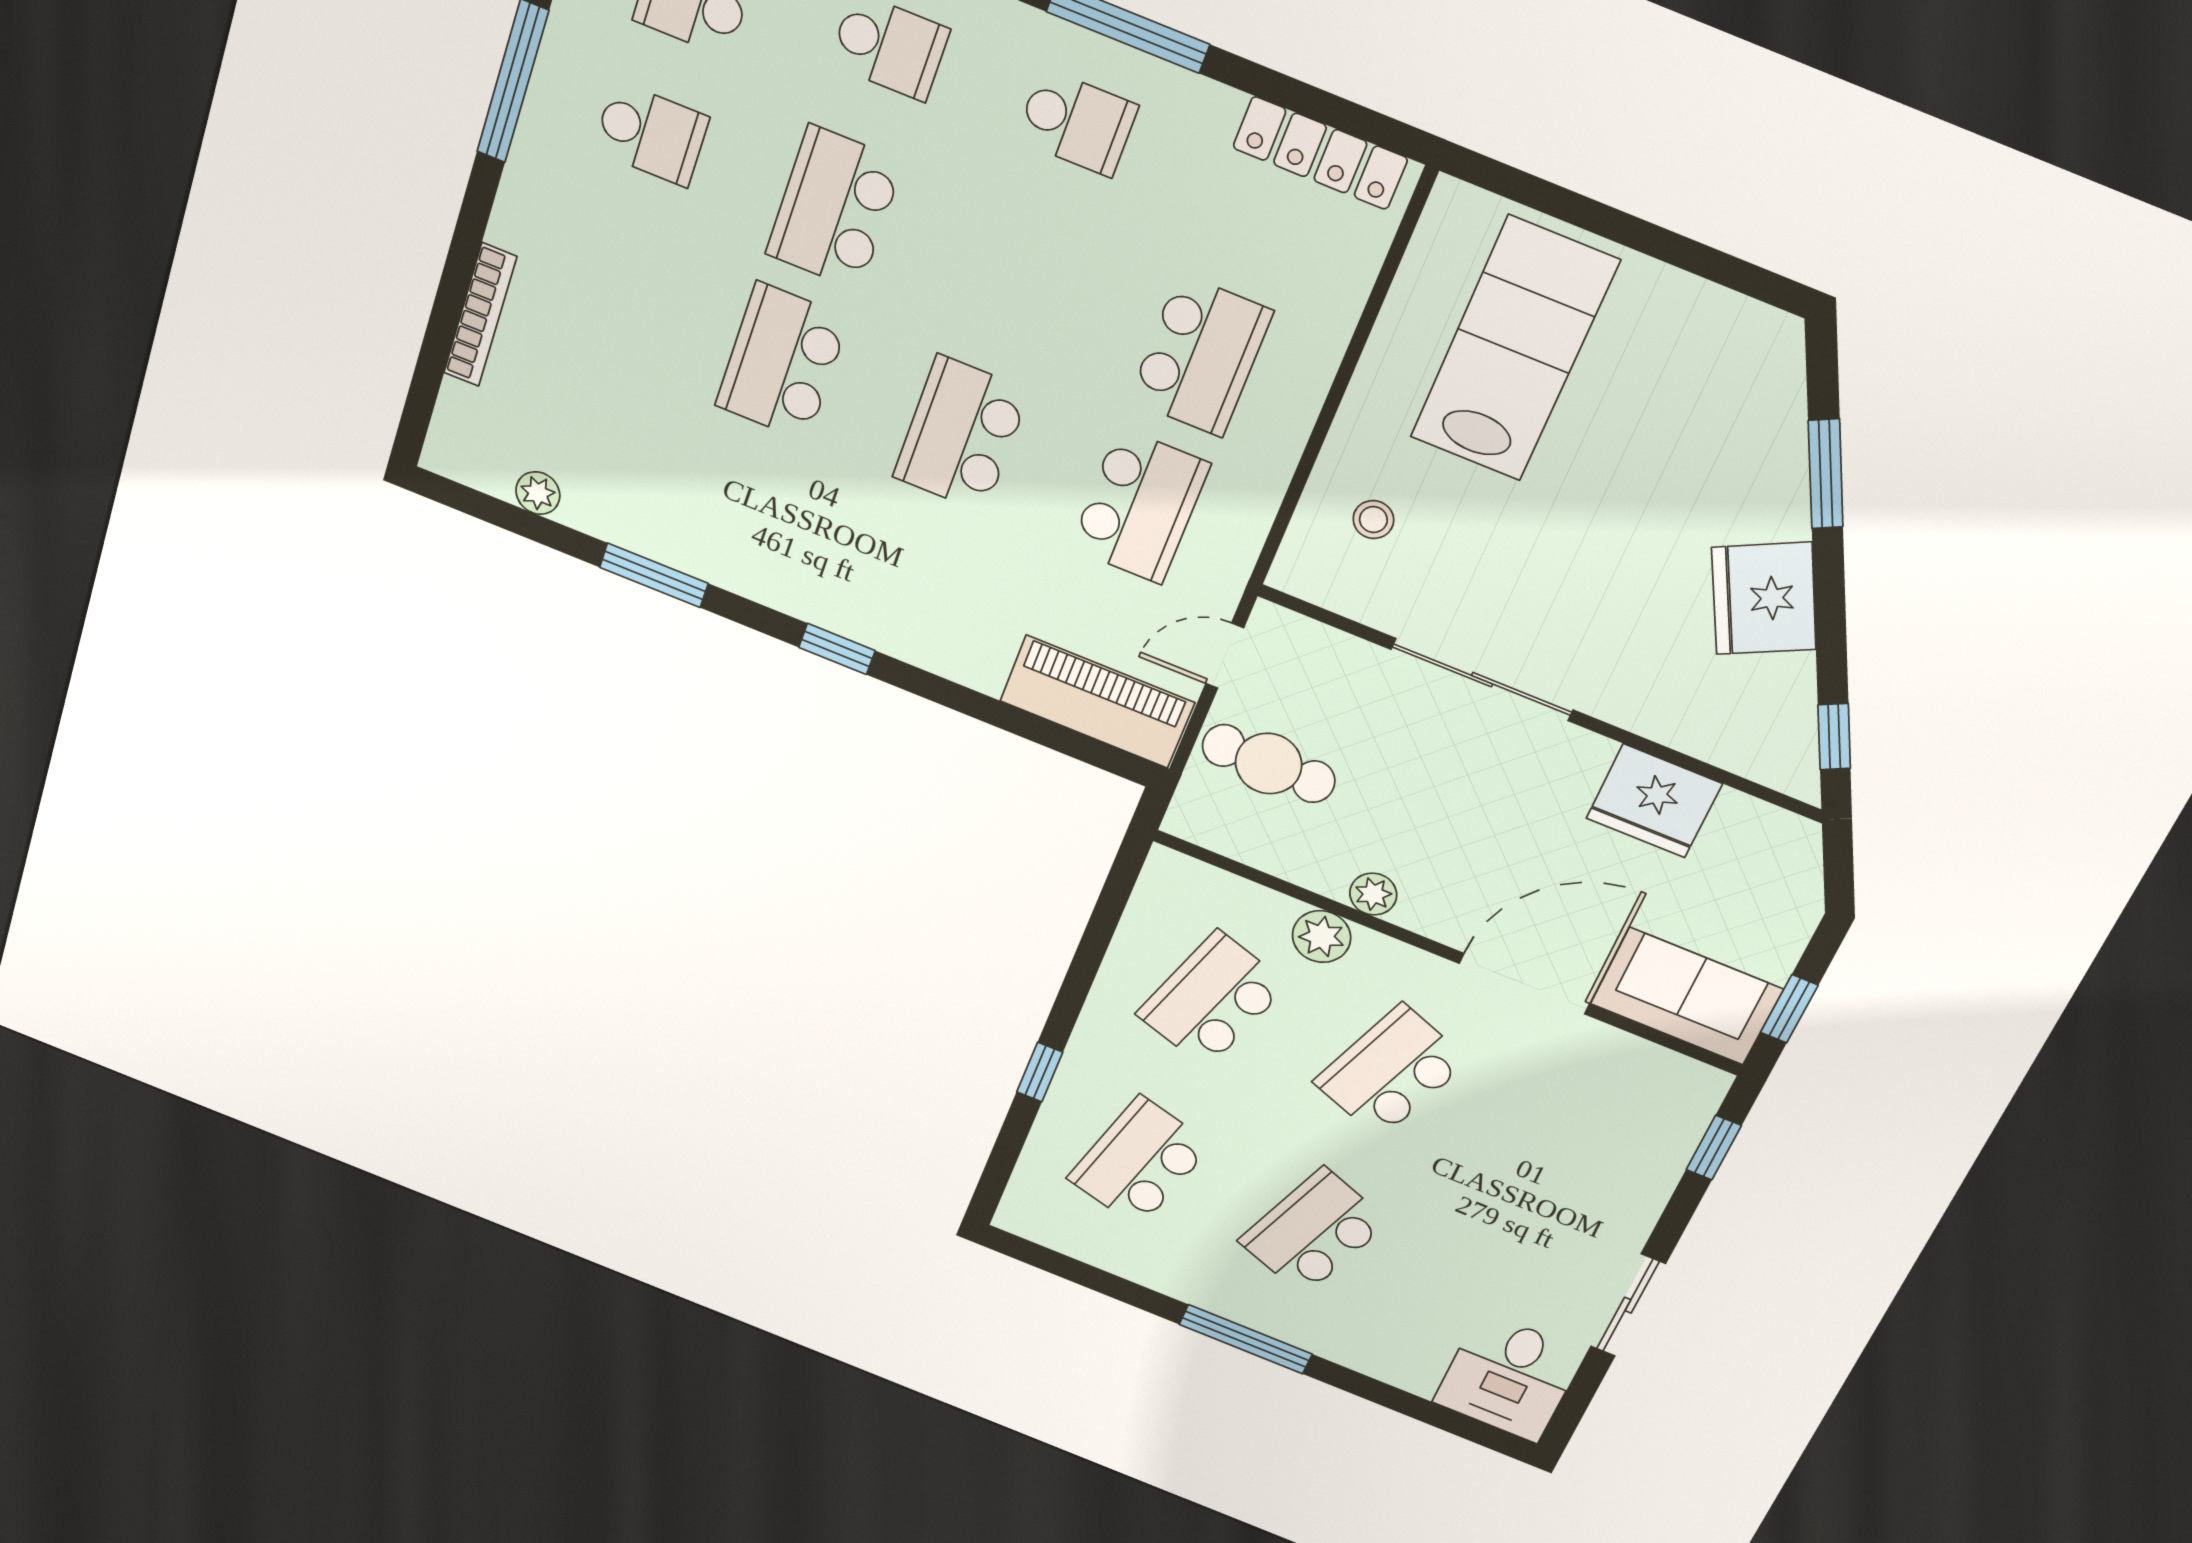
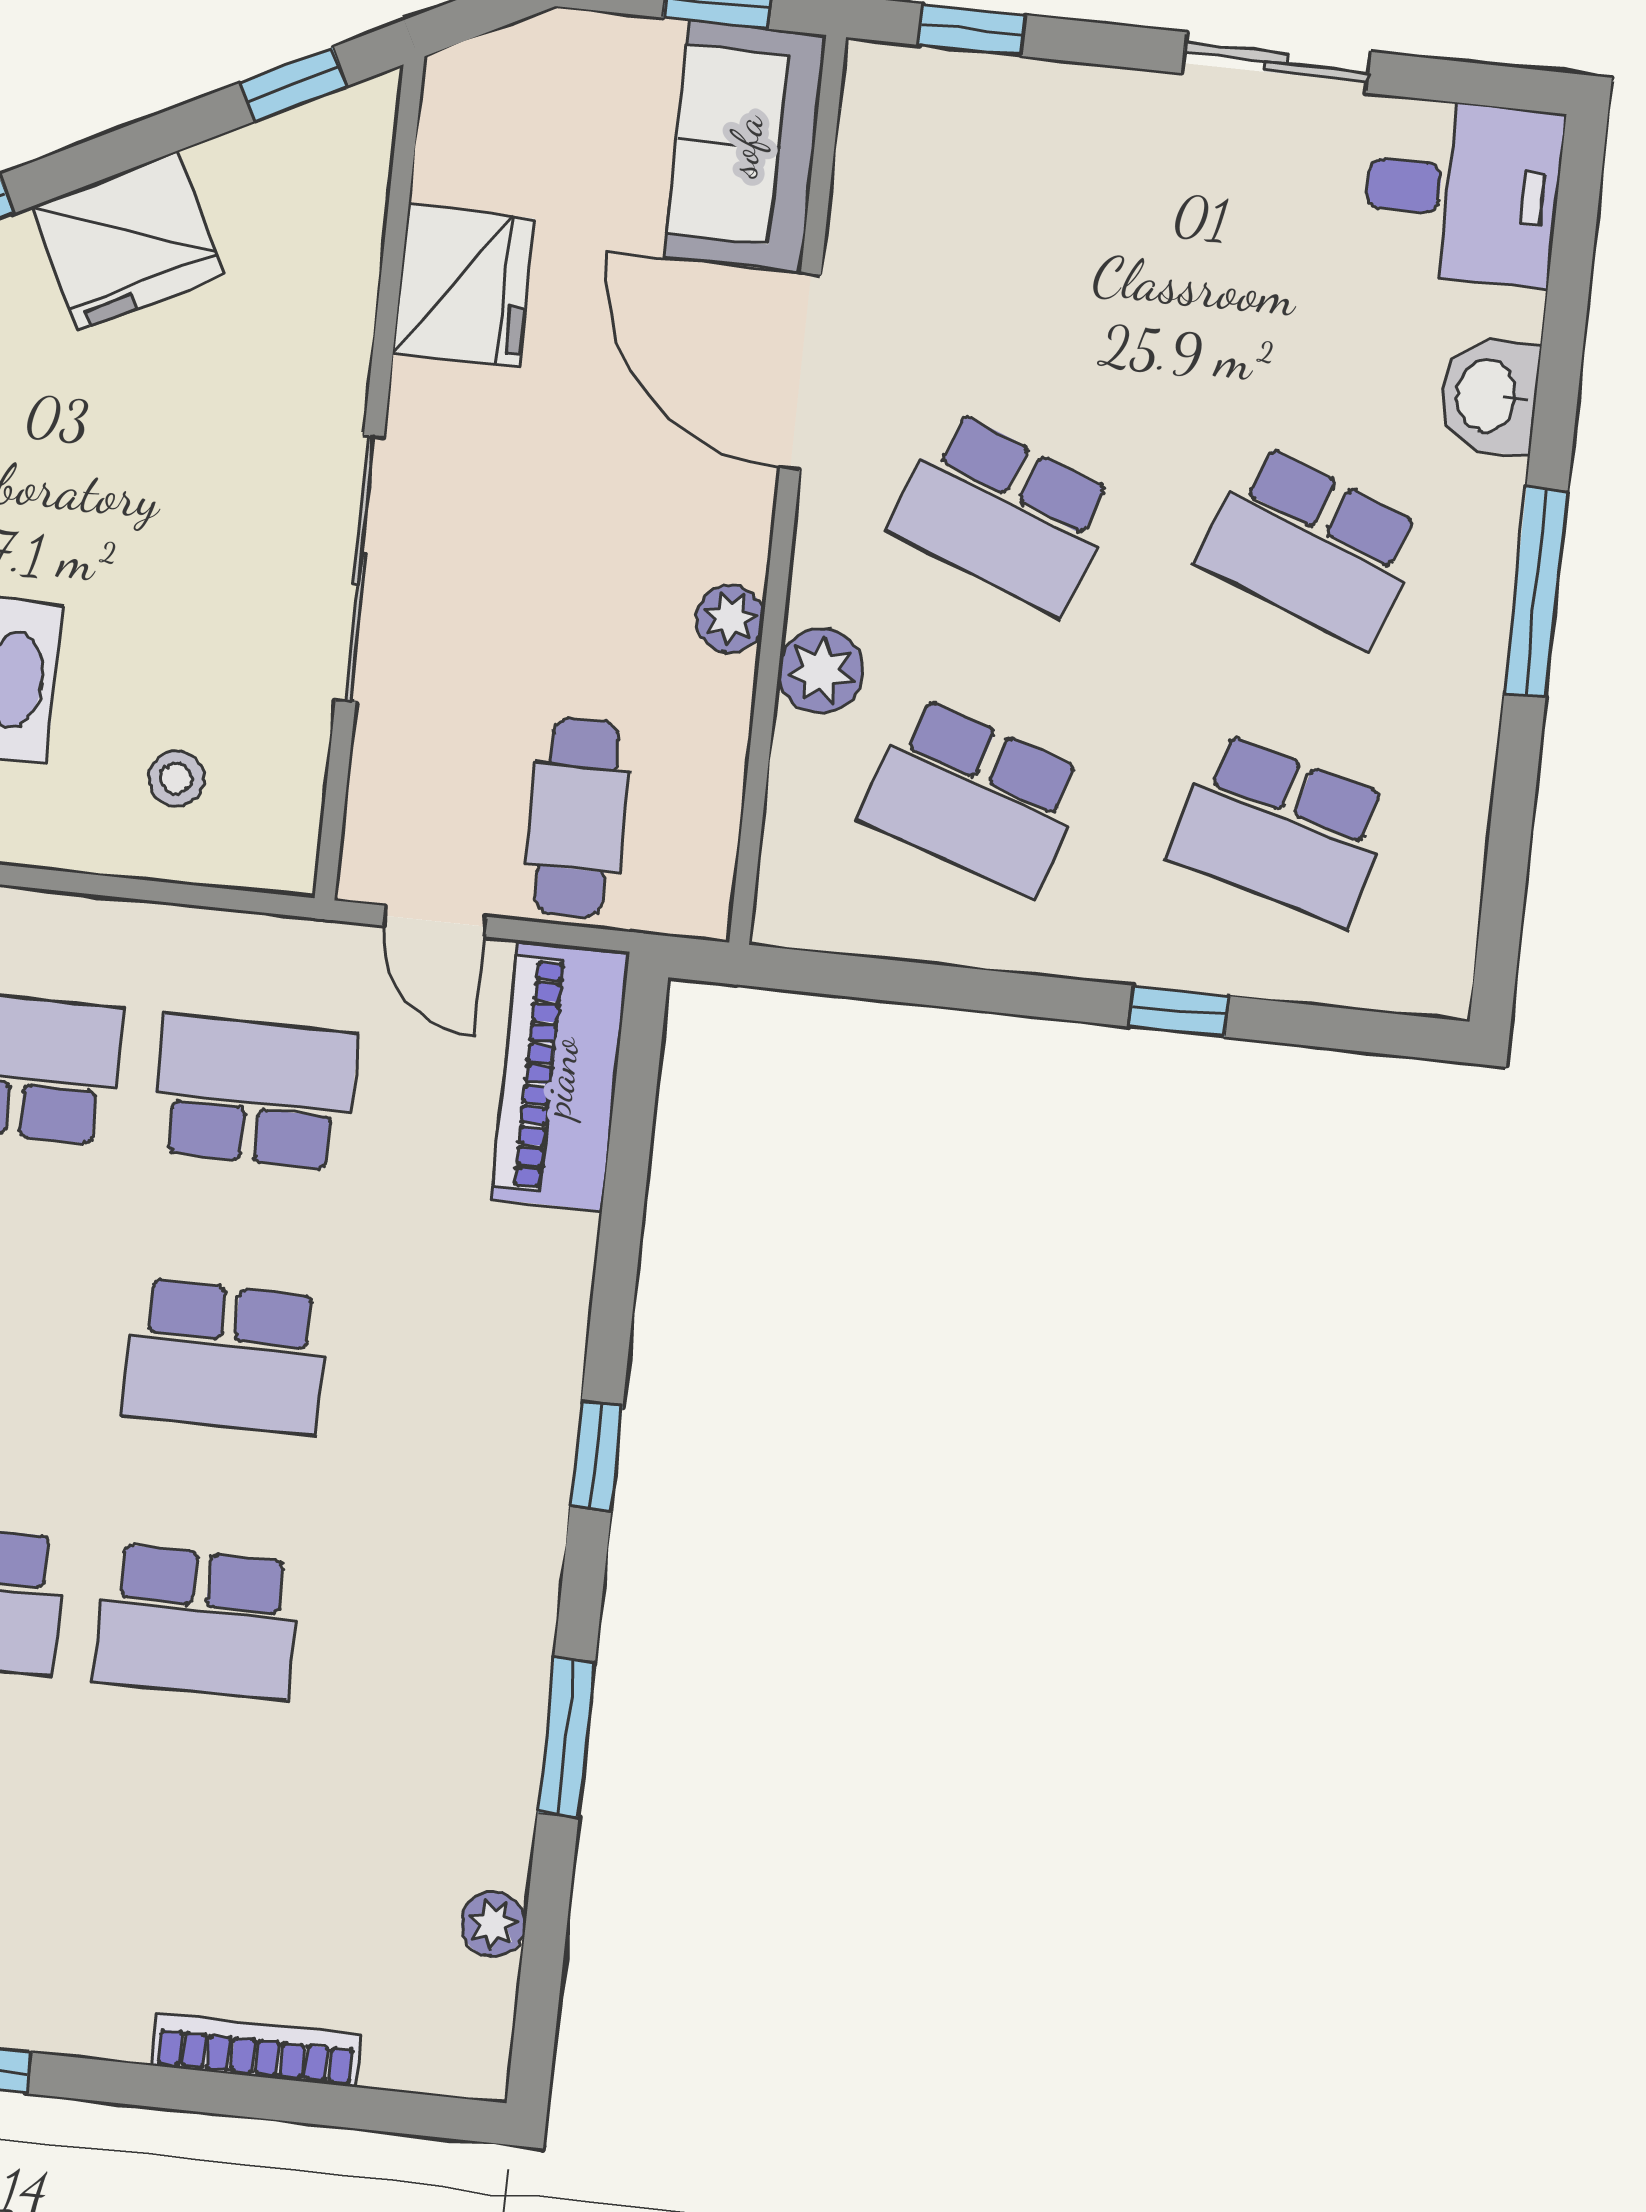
washbasin: (1376, 1352) -> (1489, 396), added

